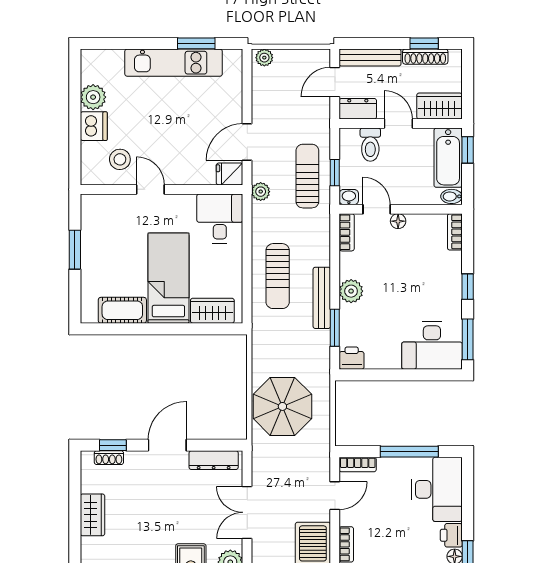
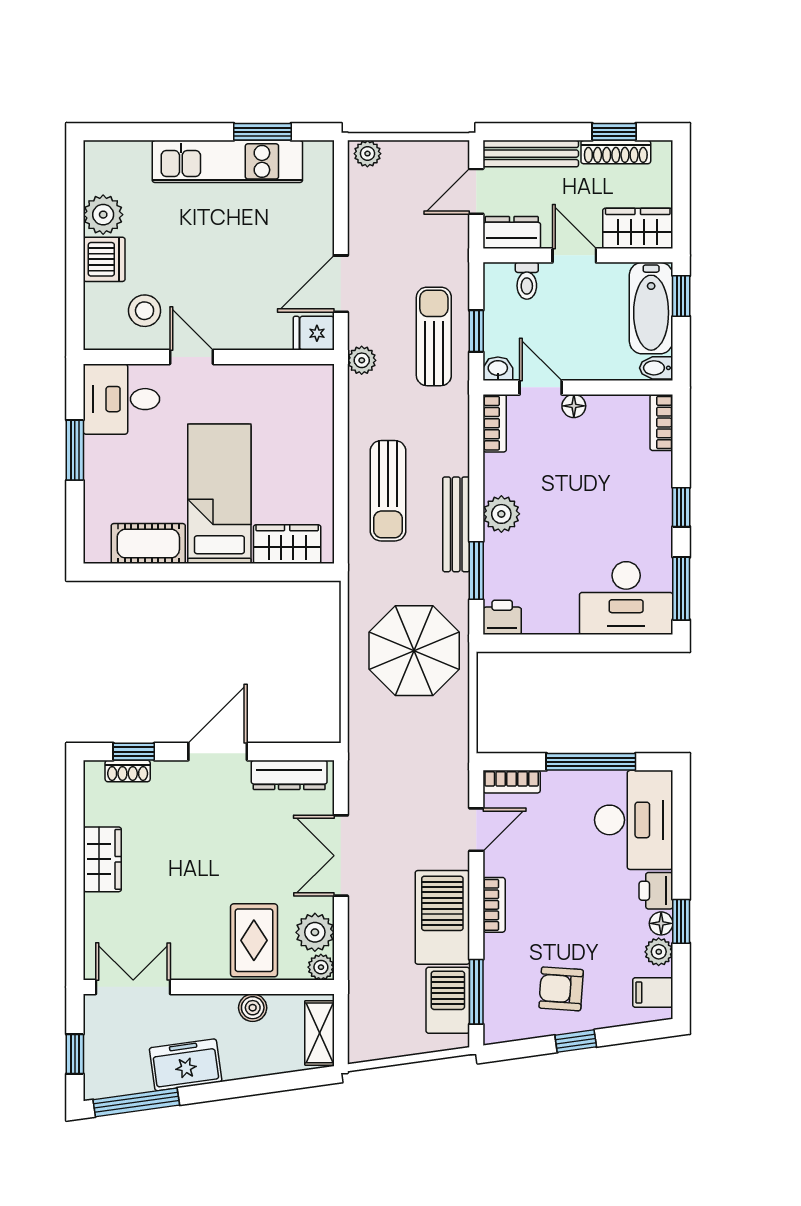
toilet: (370, 145) -> (527, 281), width x0.73, depth x0.72
desk: (220, 218) -> (121, 399), moved, turned -90
parasol: (282, 406) -> (414, 651), moved

